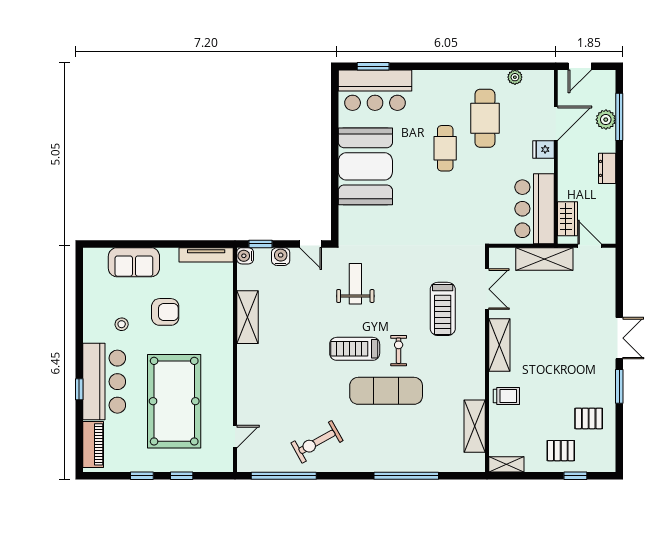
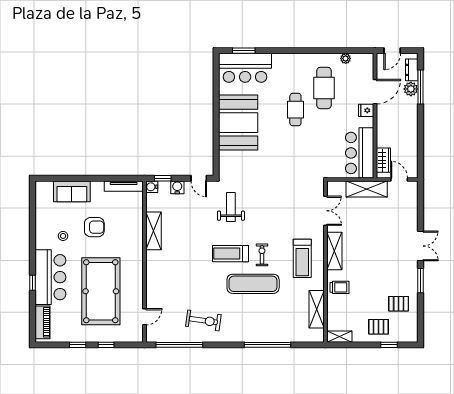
dresser: (607, 168) -> (412, 70), moved
treadmill: (443, 309) -> (302, 258), moved
exercise bike: (317, 442) -> (203, 320), turned -143

